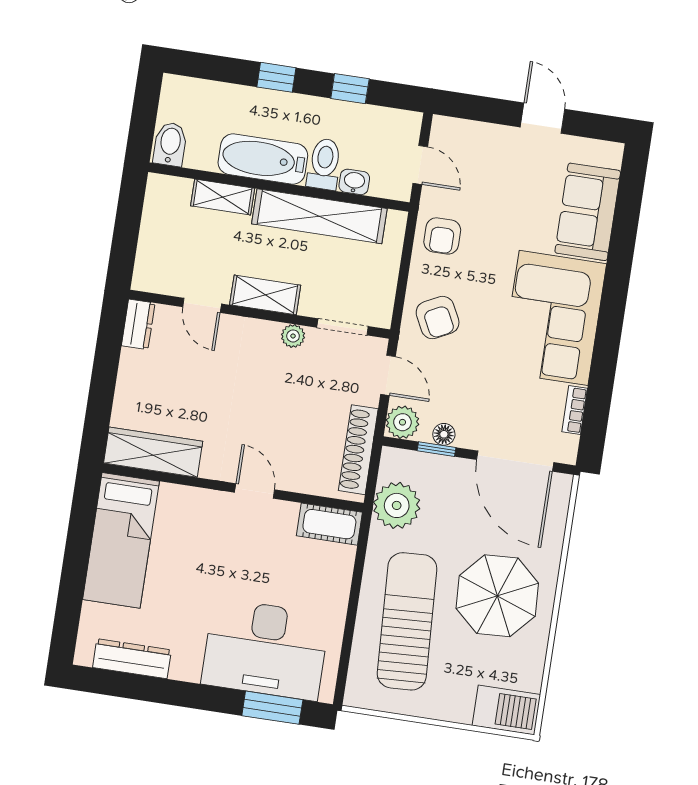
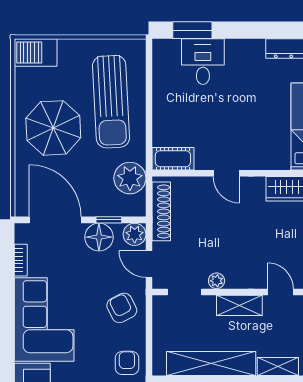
floor lamp: (444, 434) -> (99, 237), width x1.89, depth x1.89
desk: (265, 649) -> (203, 62), width x0.53, depth x0.77

